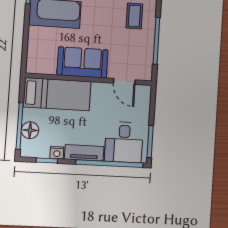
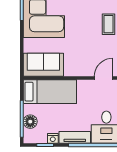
sofa: (83, 62) -> (43, 65), moved
door: (124, 81) -> (104, 78), swing flipped

